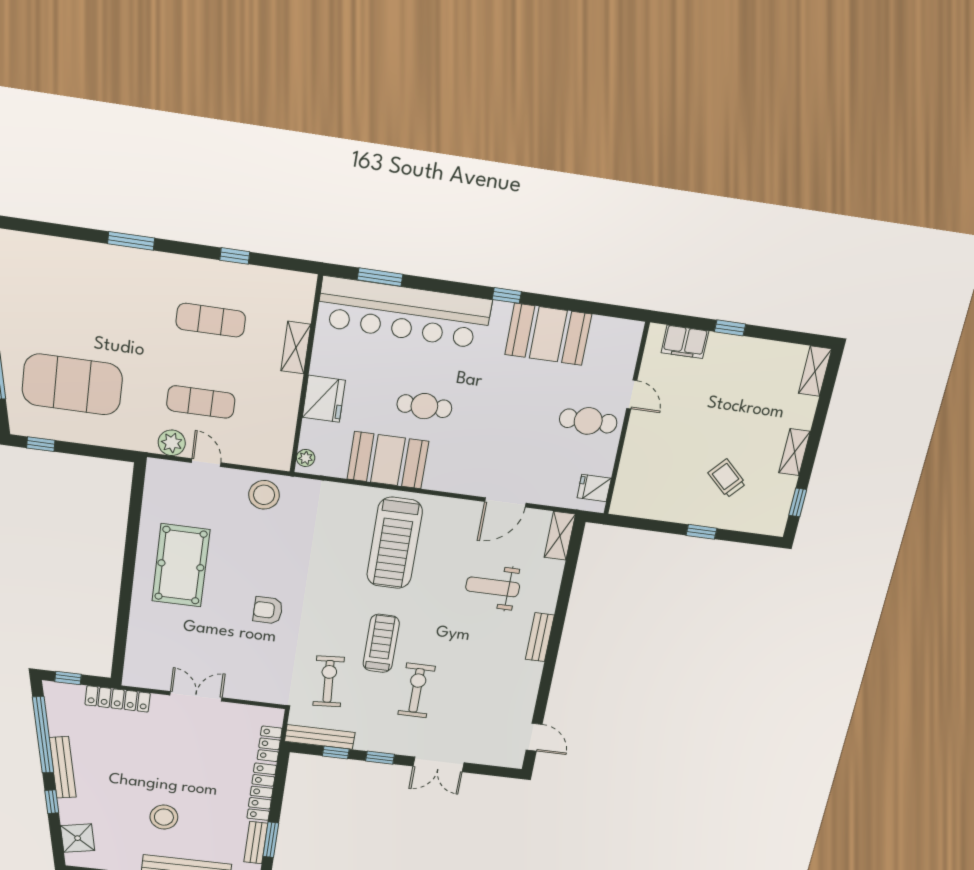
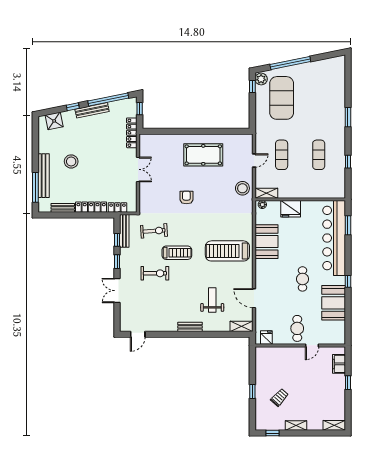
shelving: (296, 348) -> (266, 193), moved
cafe table: (424, 406) -> (303, 279), moved
plant: (172, 443) -> (261, 79), moved
window: (271, 840) -> (65, 215), removed

